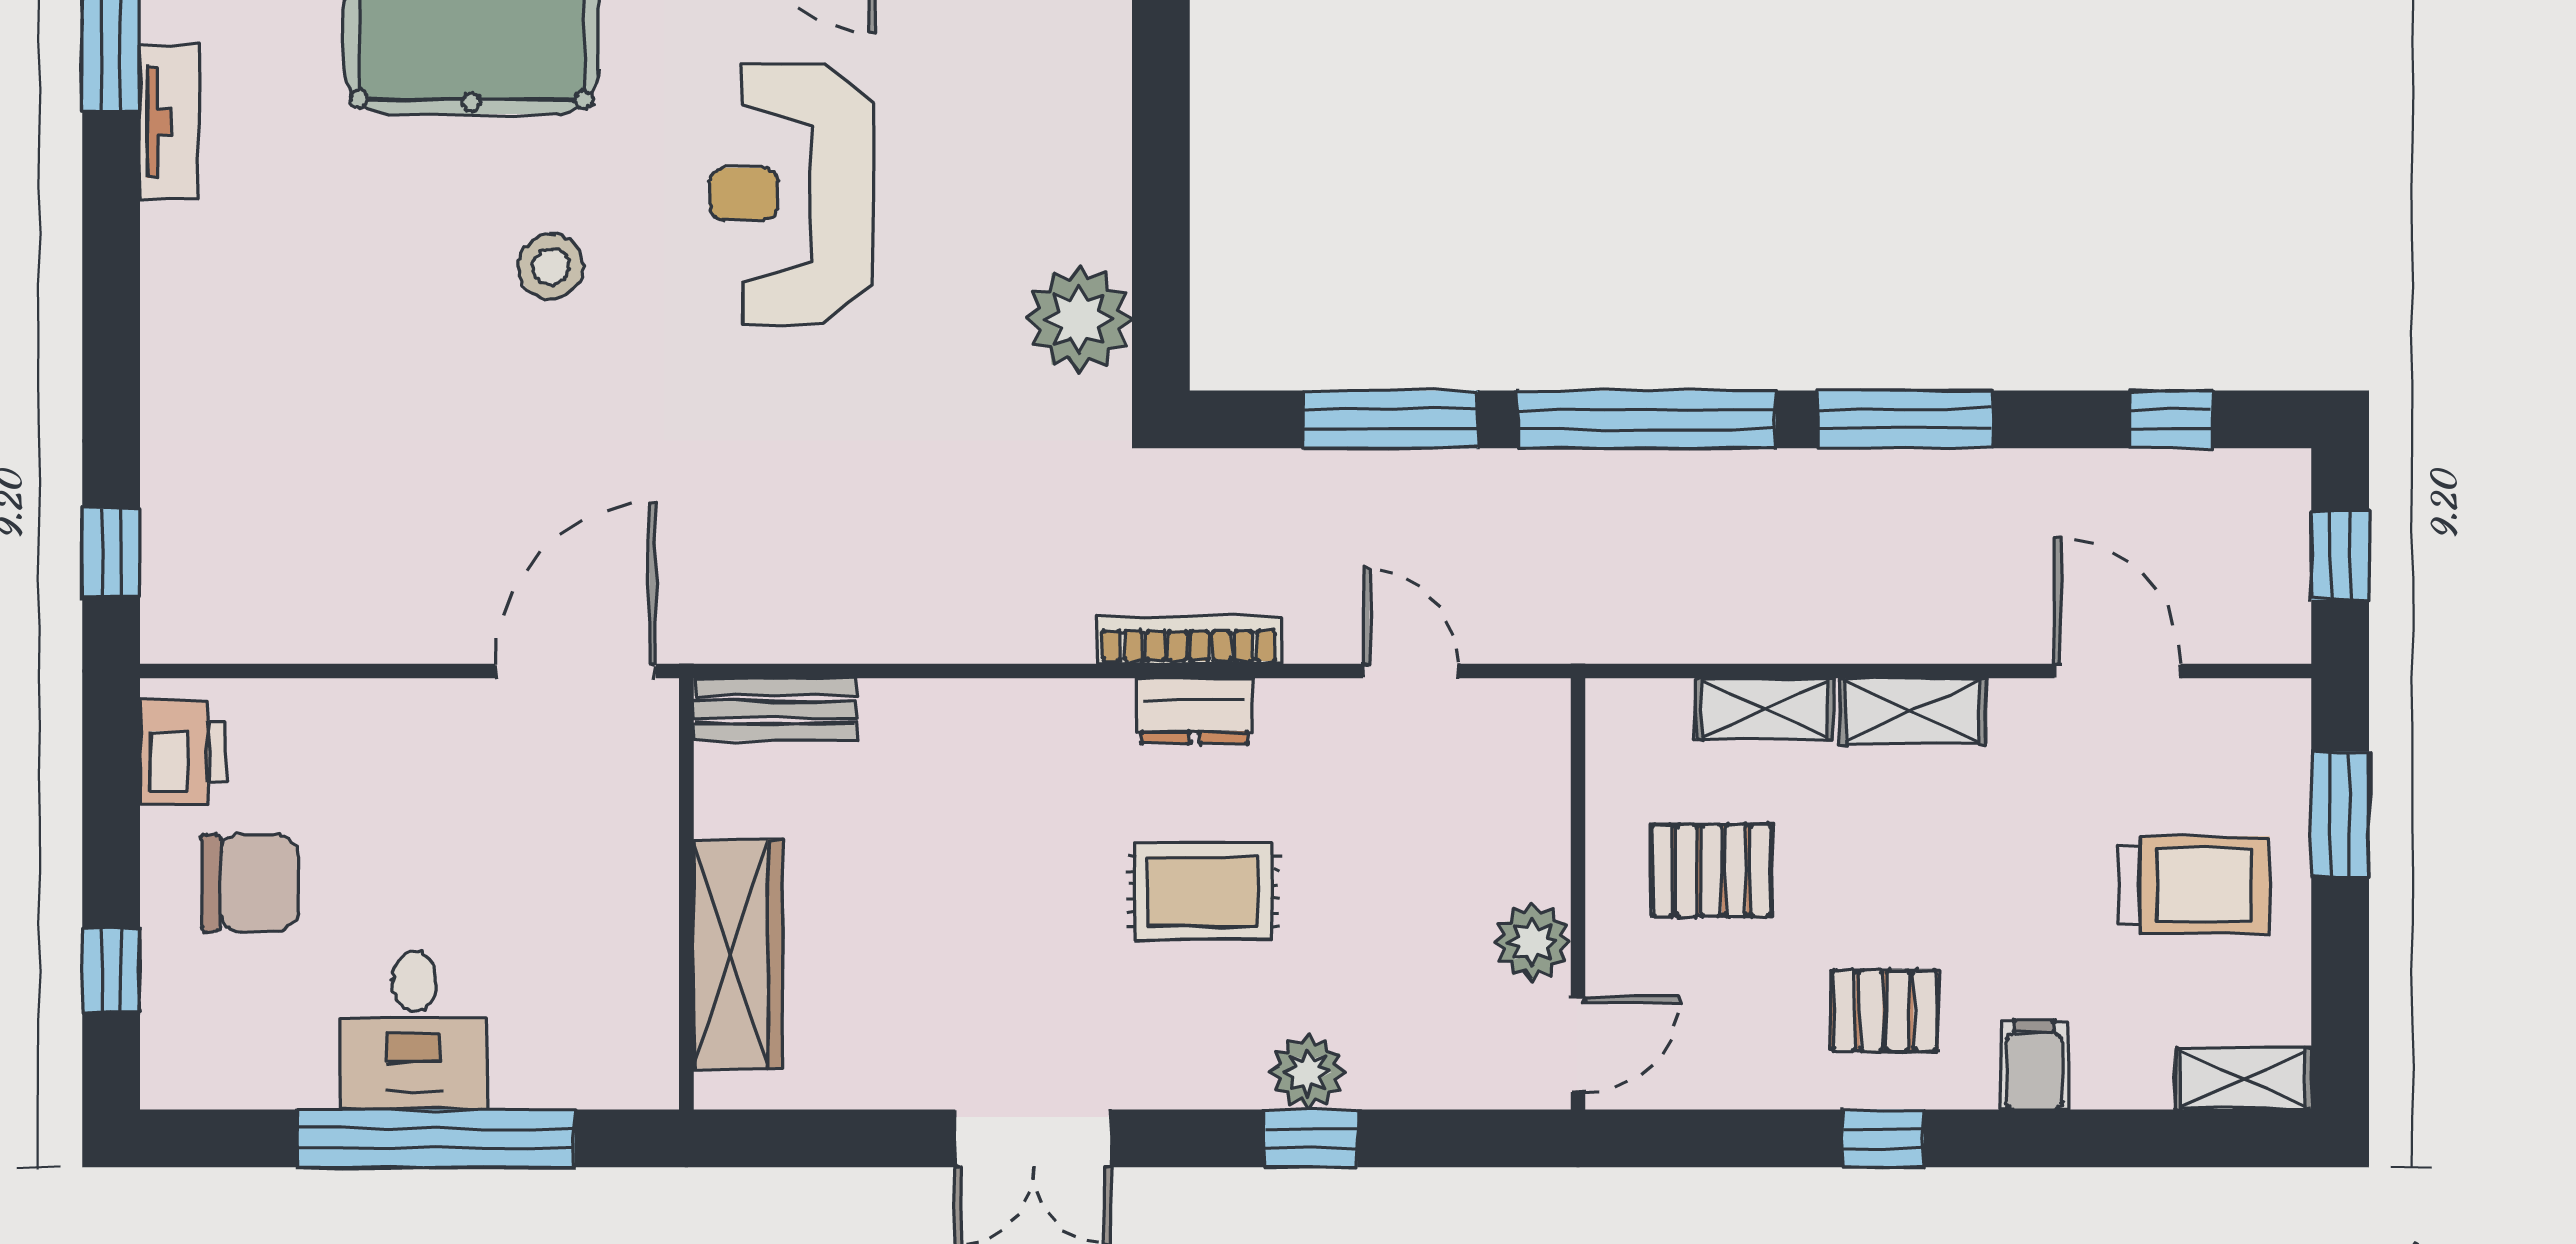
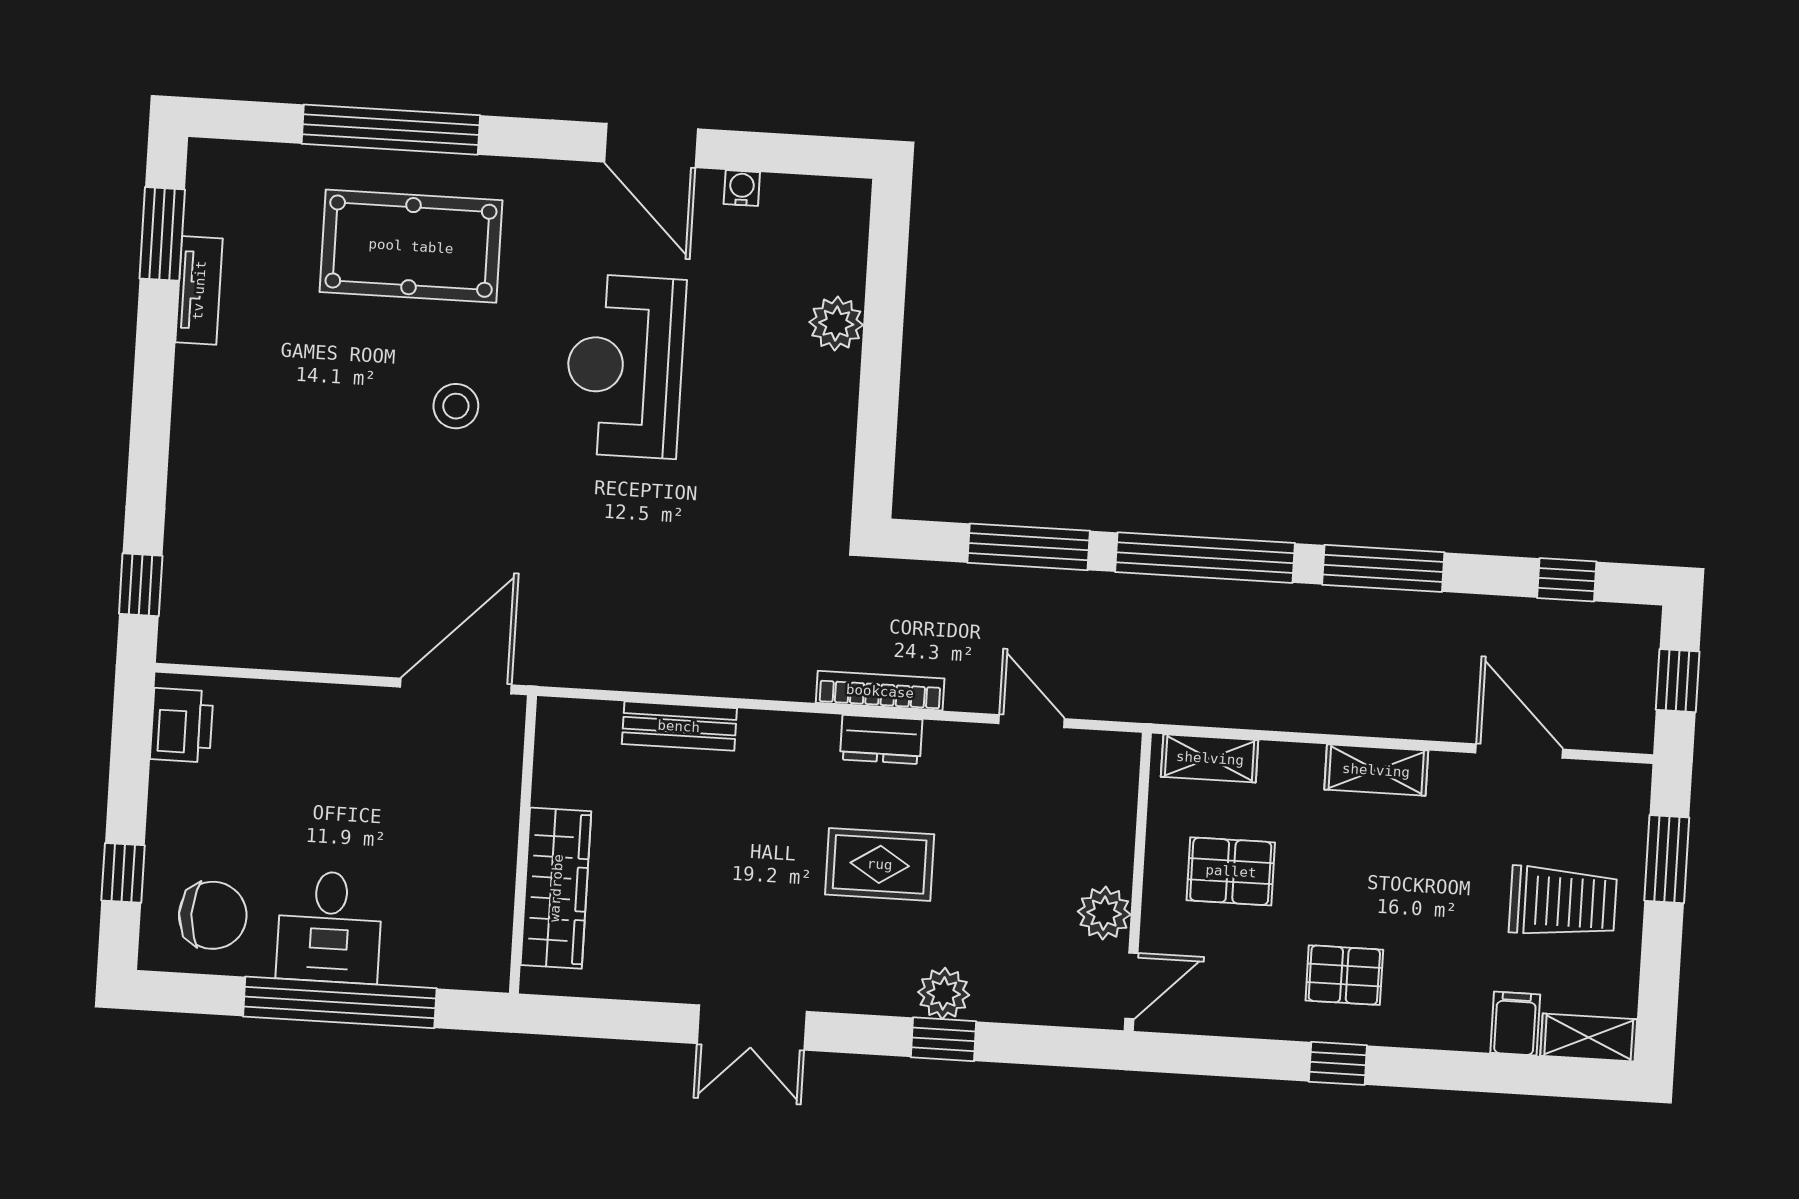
plant: (1079, 319) -> (836, 324), moved, width x0.73, depth x0.73
bench: (775, 709) -> (679, 726), moved
shelving: (1765, 709) -> (1210, 758), moved
chair: (250, 883) -> (213, 915), moved
filing cabinet: (2034, 1065) -> (1515, 1024), moved

